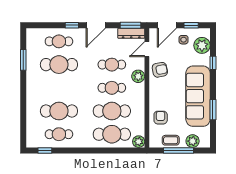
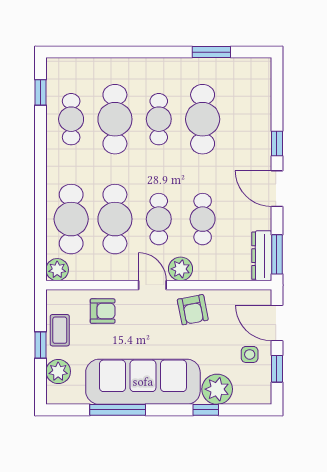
cafe table: (59, 41) -> (159, 119), moved
plant: (202, 45) -> (217, 389), moved
door: (147, 49) -> (152, 285), moved
window: (213, 110) -> (118, 410), width x1.44
window: (179, 150) -> (41, 345), width x0.46

